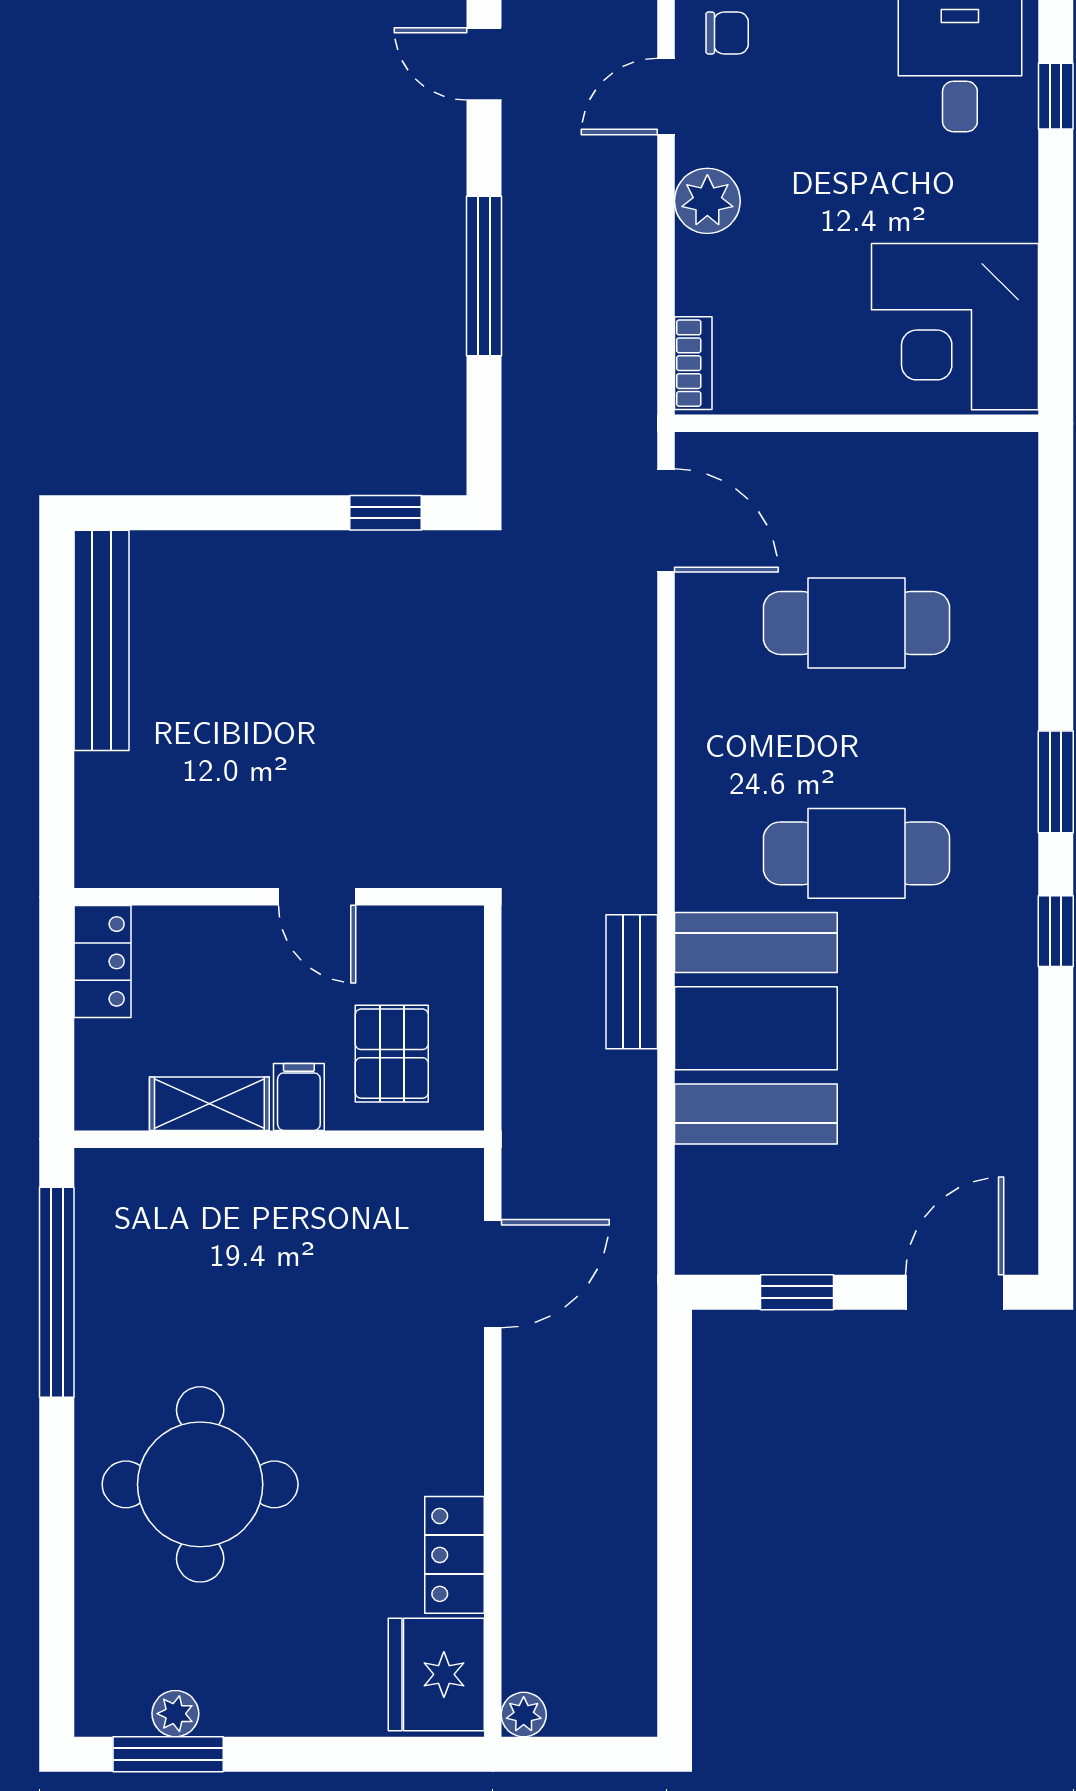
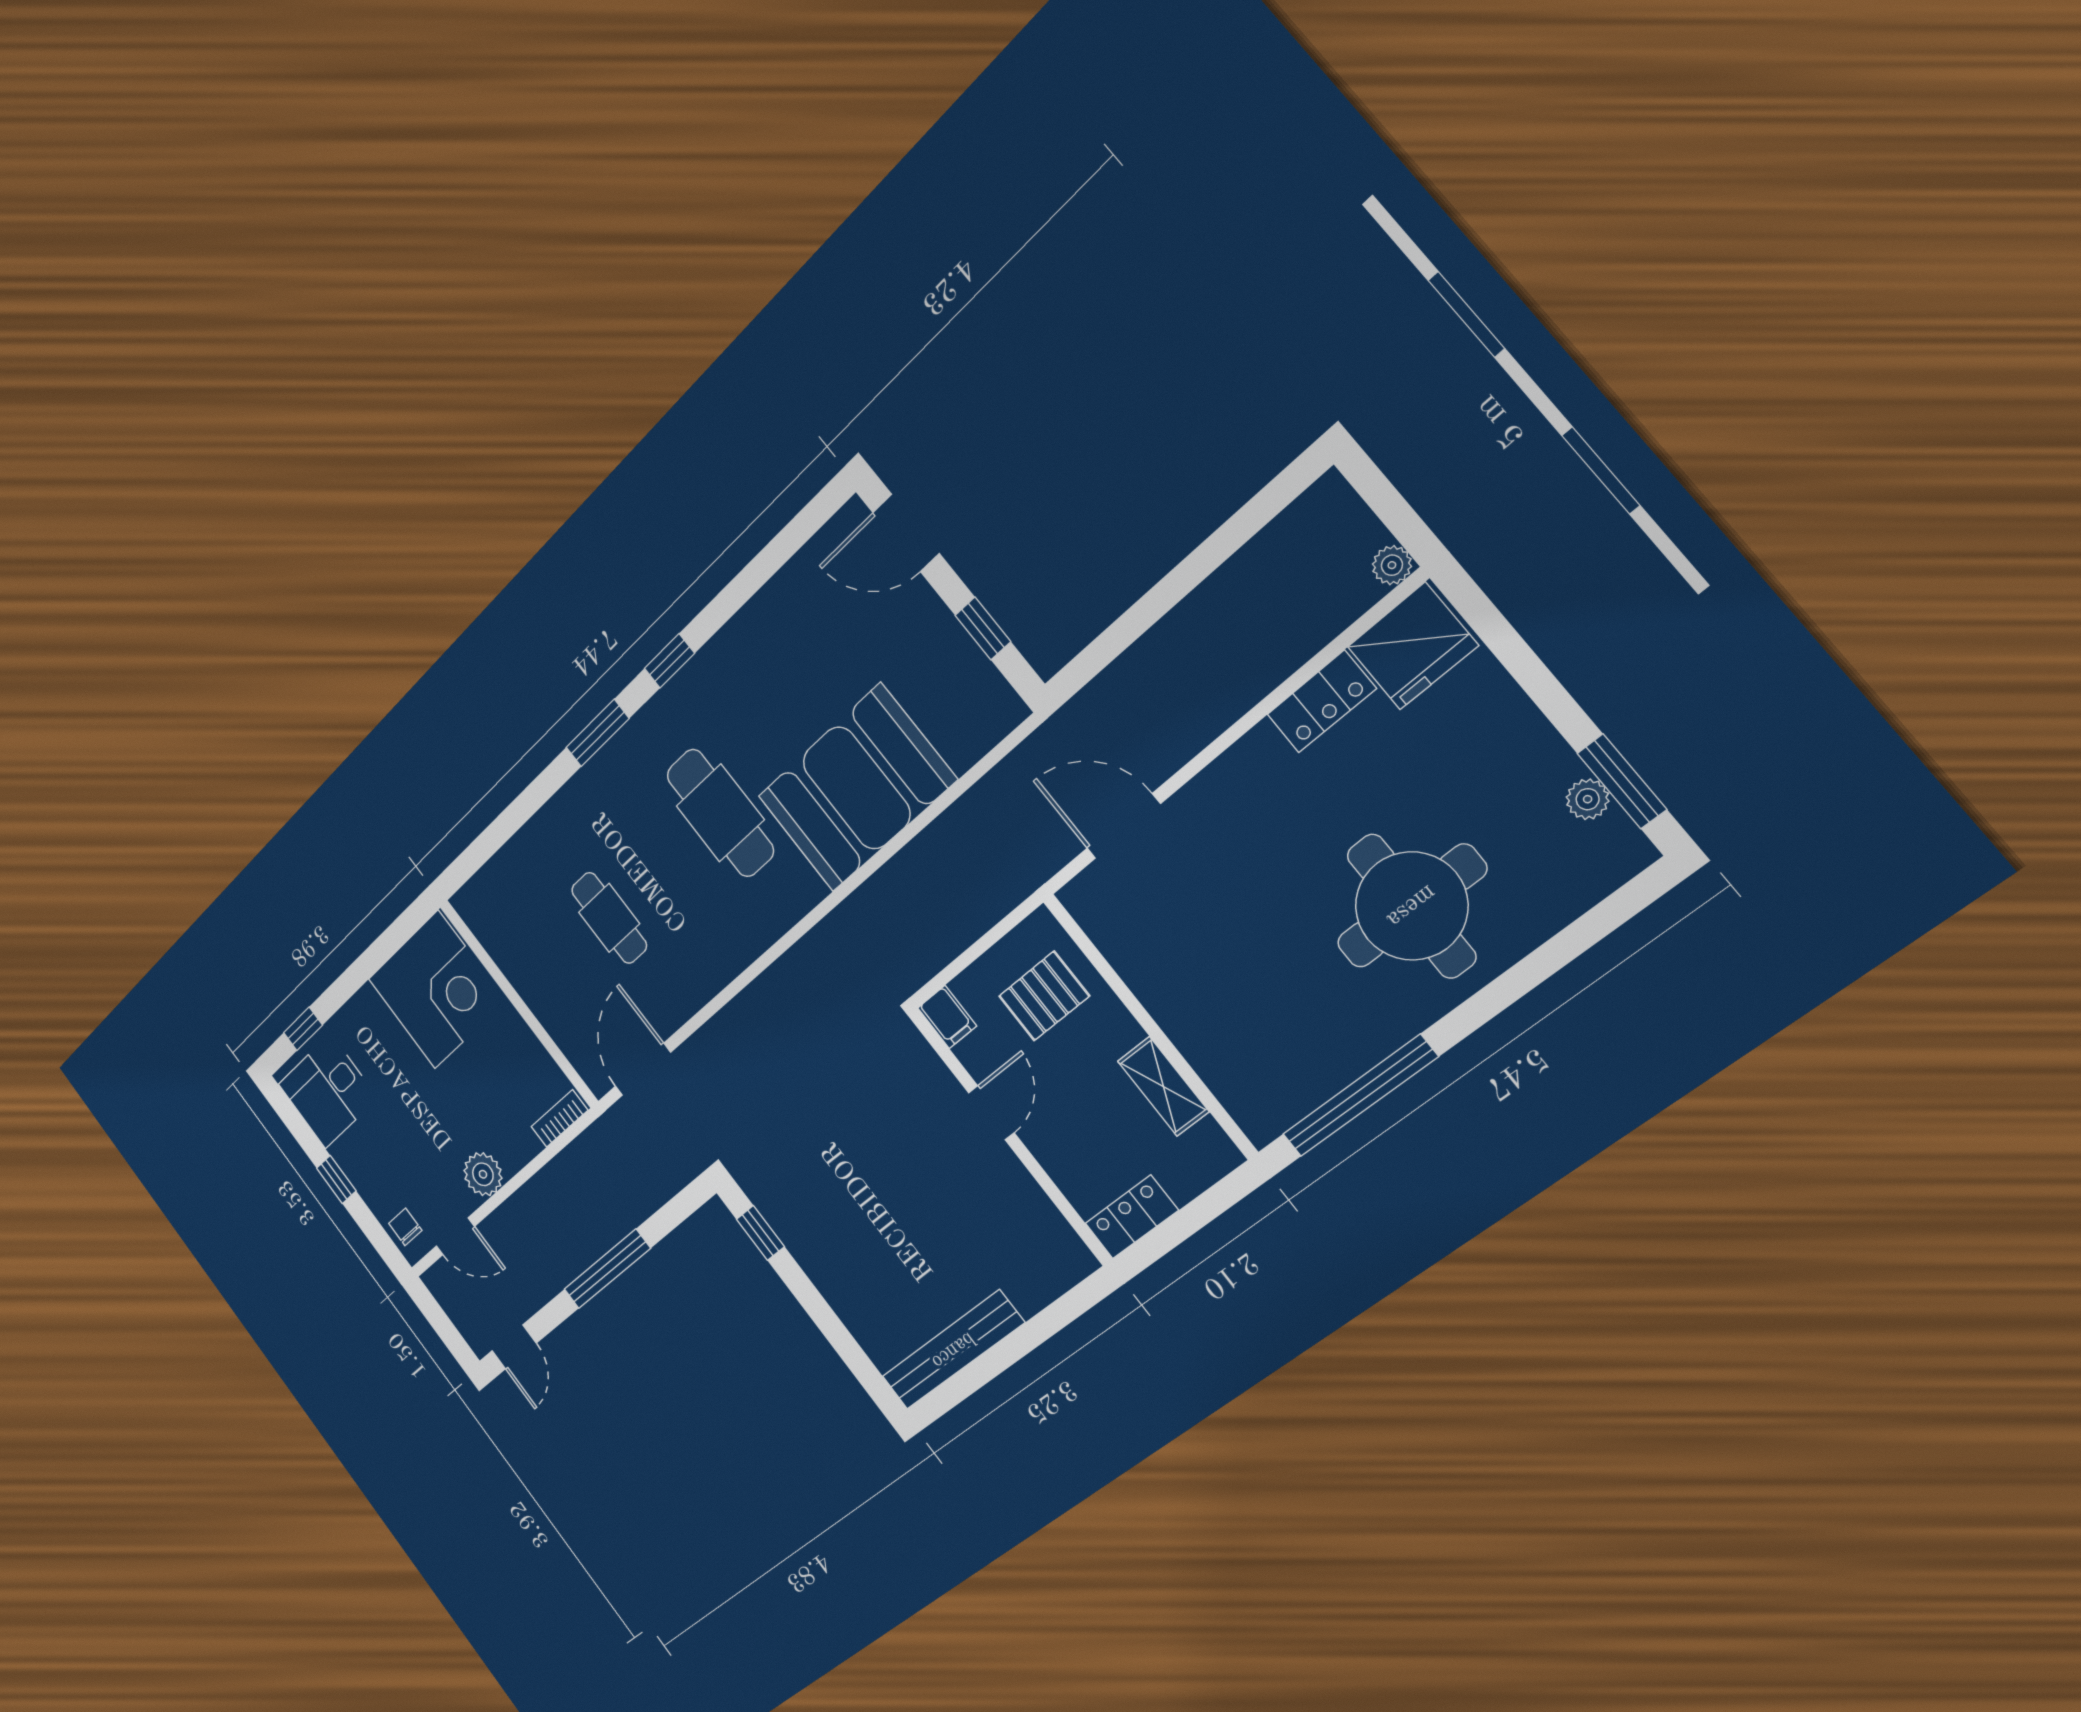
cafe table: (857, 623) -> (609, 918), width x0.73, depth x0.74
bench: (632, 982) -> (890, 884), removed
filing cabinet: (299, 1097) -> (947, 1017), moved, turned -90

